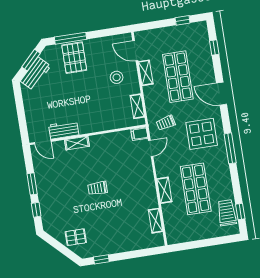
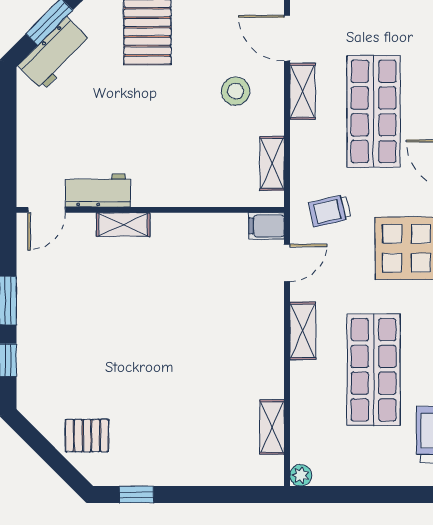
door: (43, 142) -> (47, 210), hinge flipped
trolley: (98, 188) -> (153, 333), removed
shelving: (164, 190) -> (303, 331), moved
plant: (171, 240) -> (301, 475), added

